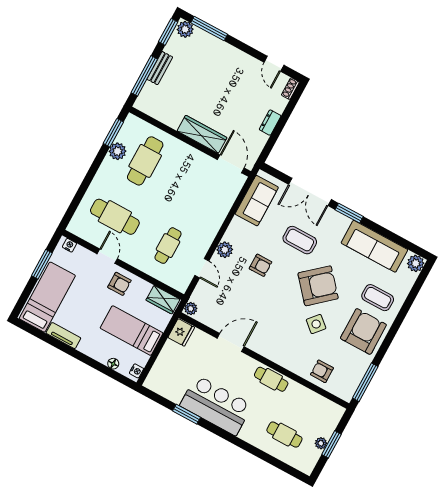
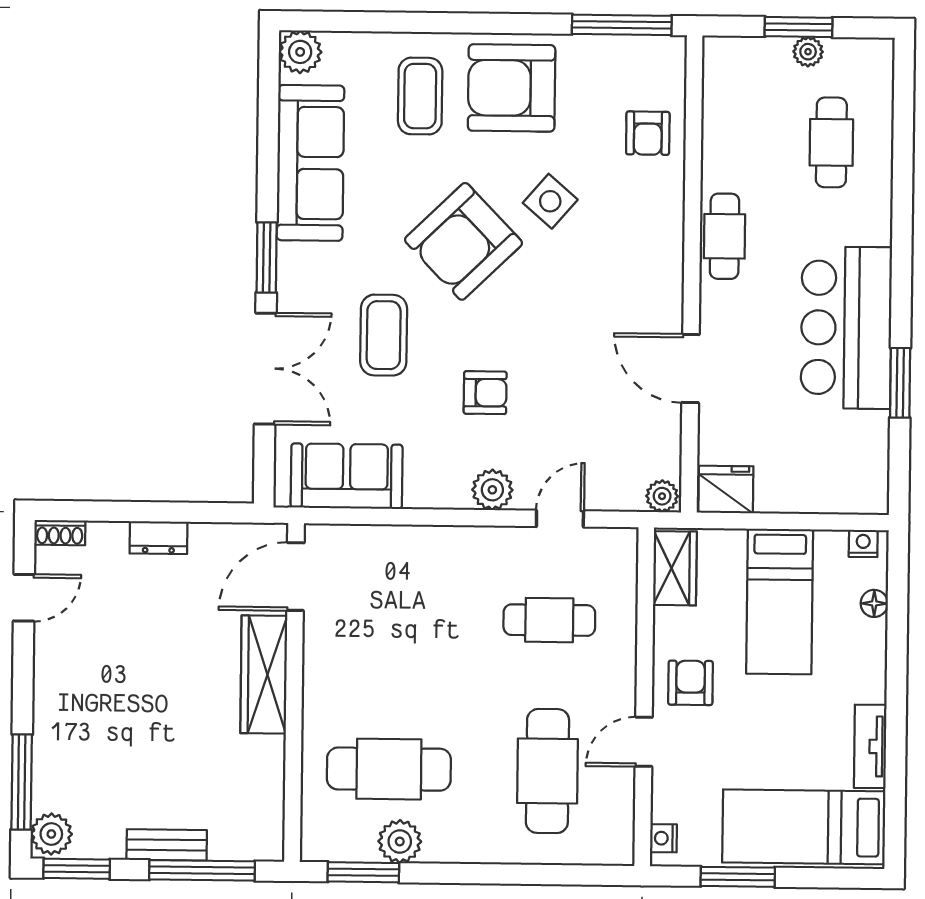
armchair: (260, 265) -> (485, 393), turned 90
armchair: (318, 286) -> (464, 241), turned -93

